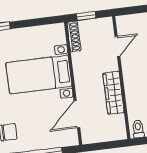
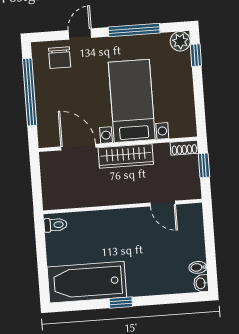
shoe rack: (74, 36) -> (184, 148), width x0.70
wardrobe: (114, 93) -> (126, 156), moved, turned 180

